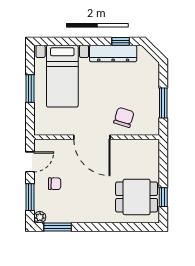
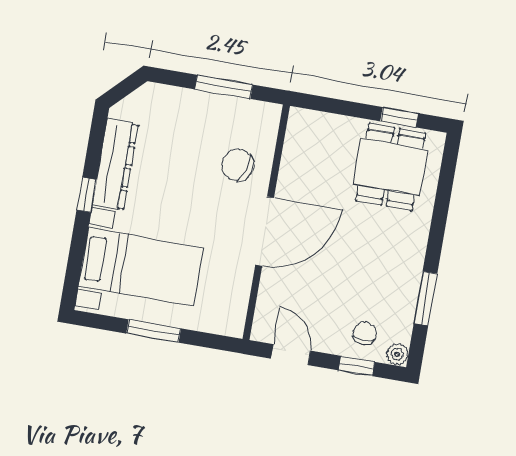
window: (121, 41) -> (87, 195), moved
chair: (55, 184) -> (365, 333), moved
window: (30, 197) -> (357, 366), width x0.67
window: (58, 227) -> (425, 299), moved

